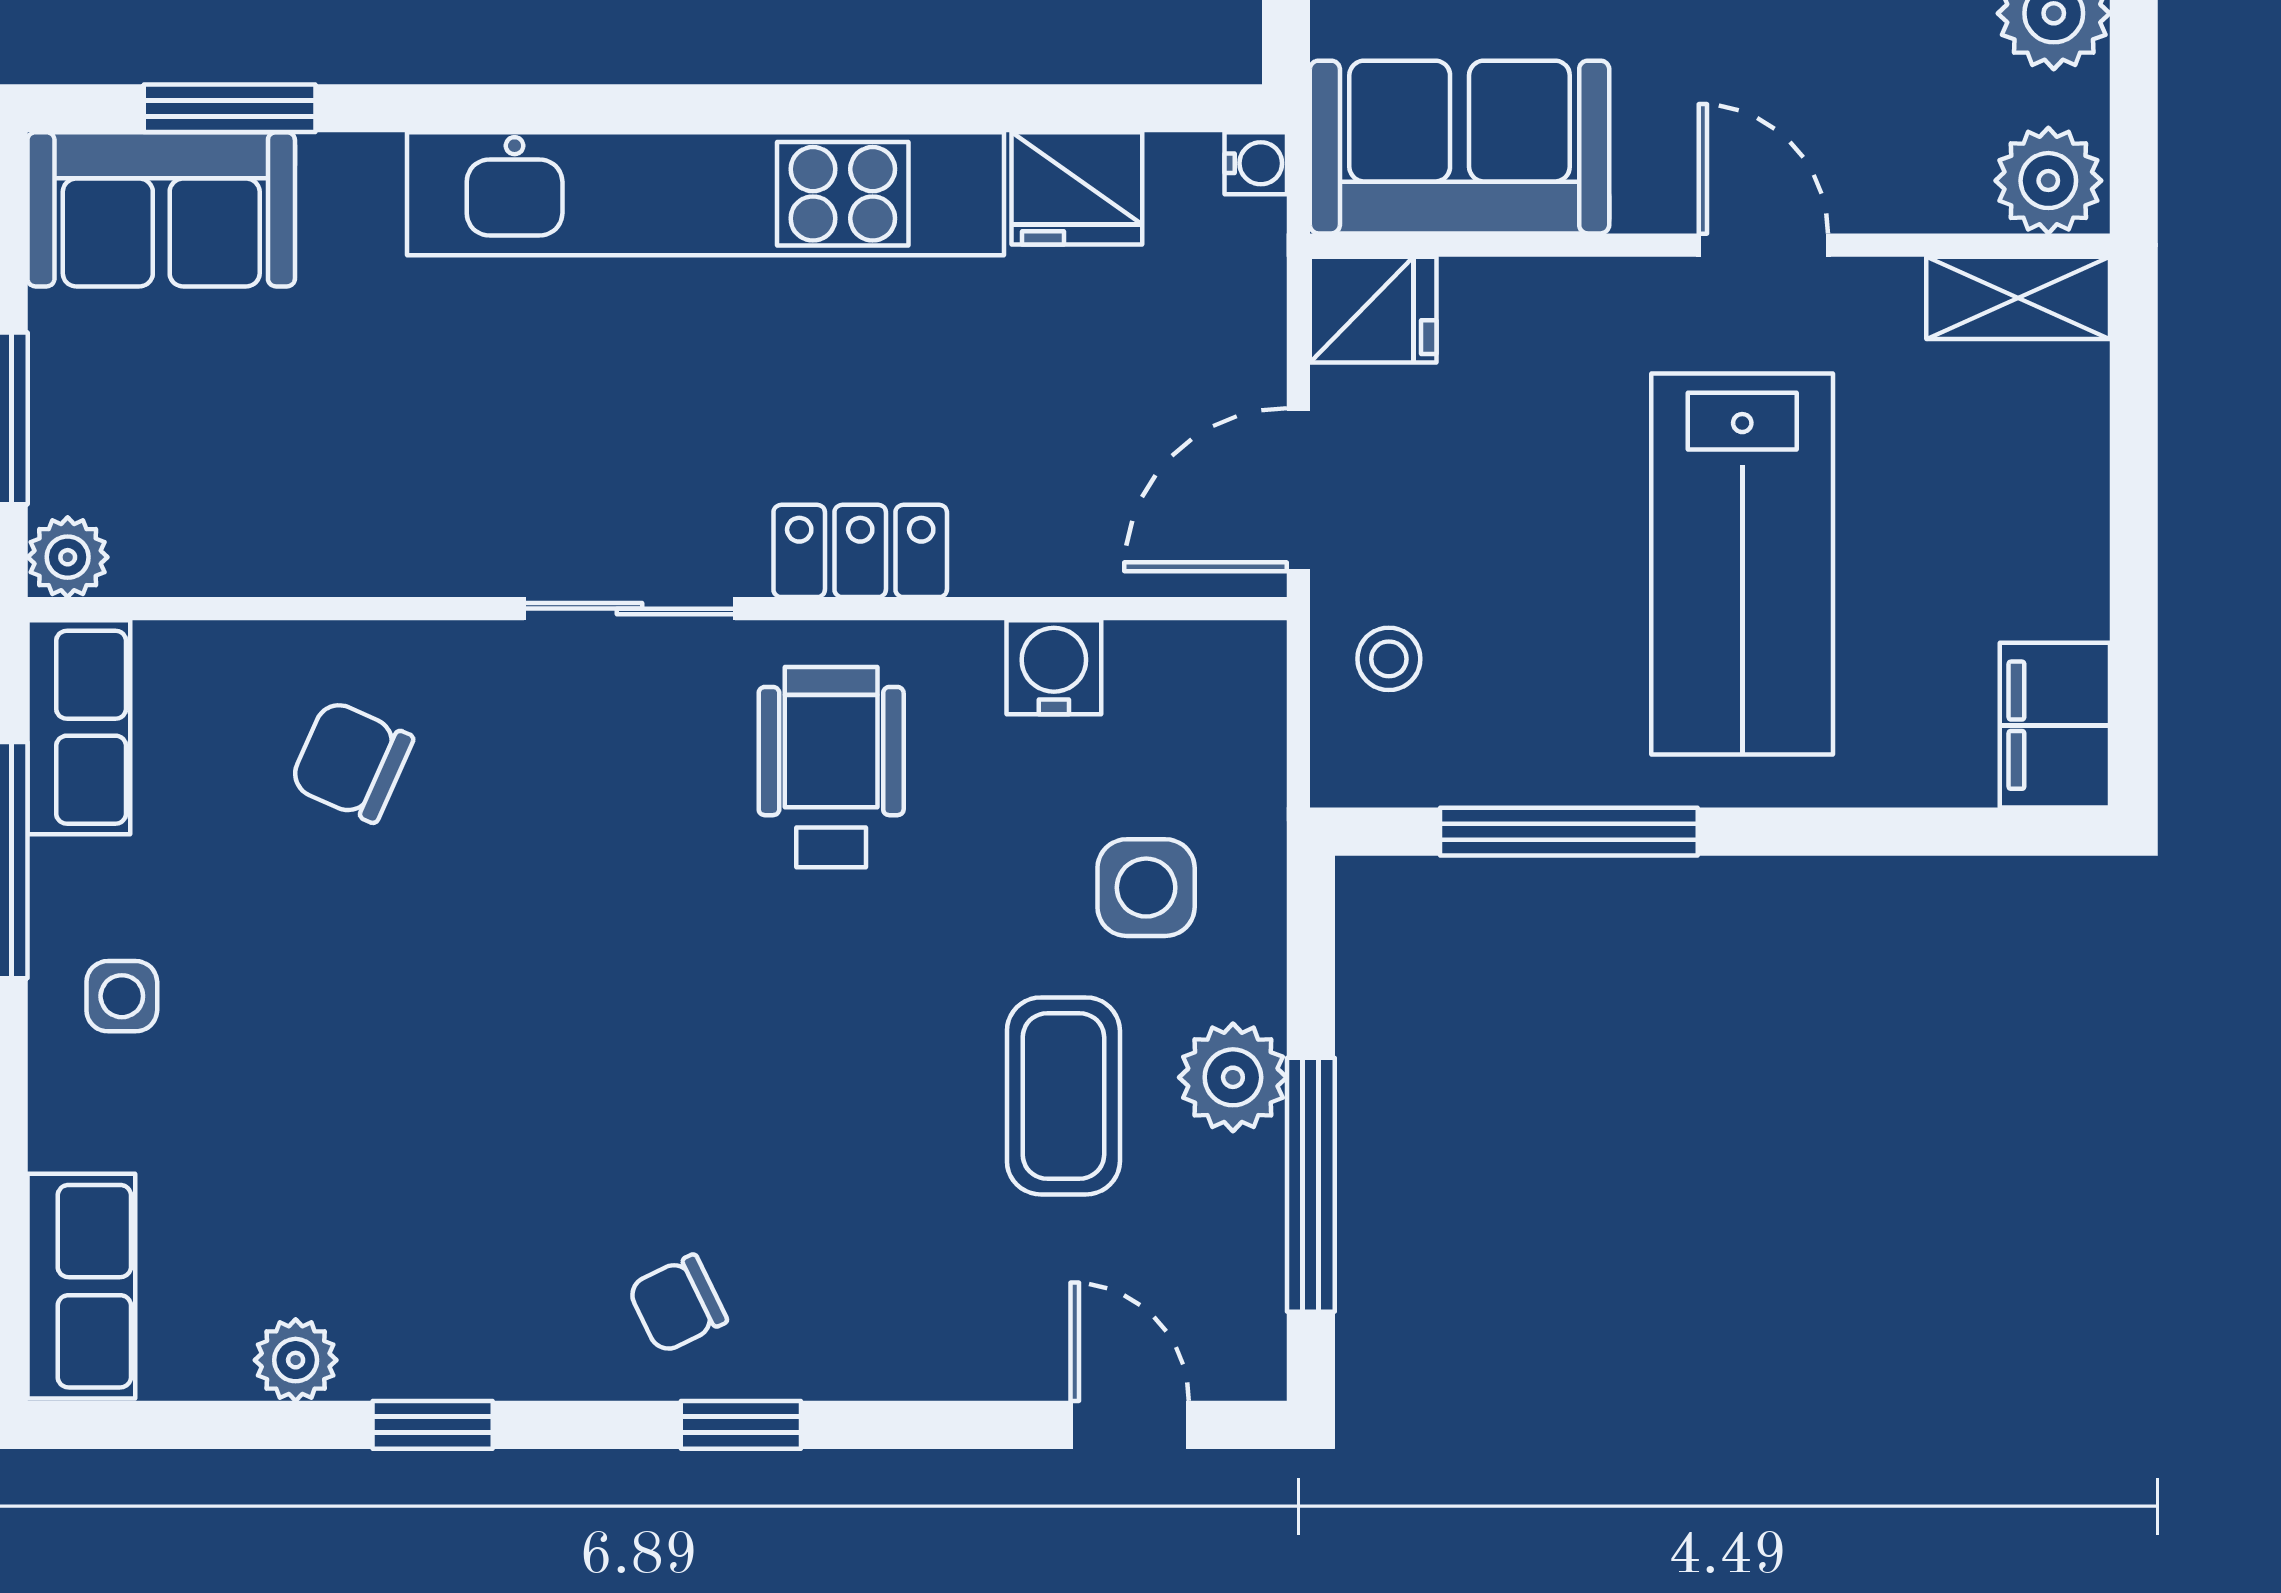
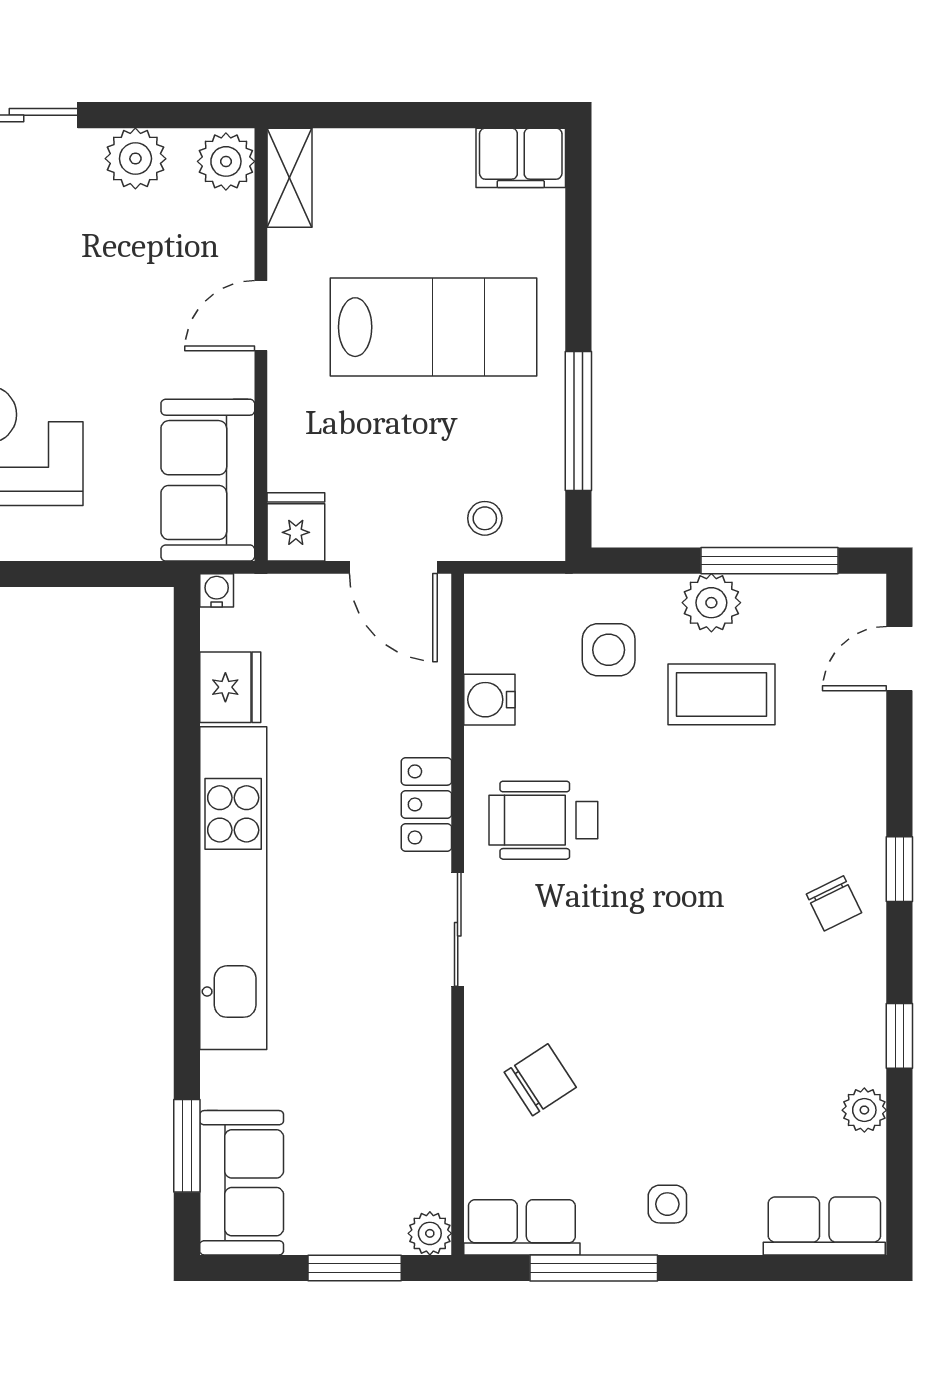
chair: (351, 761) -> (540, 1080), turned -147

